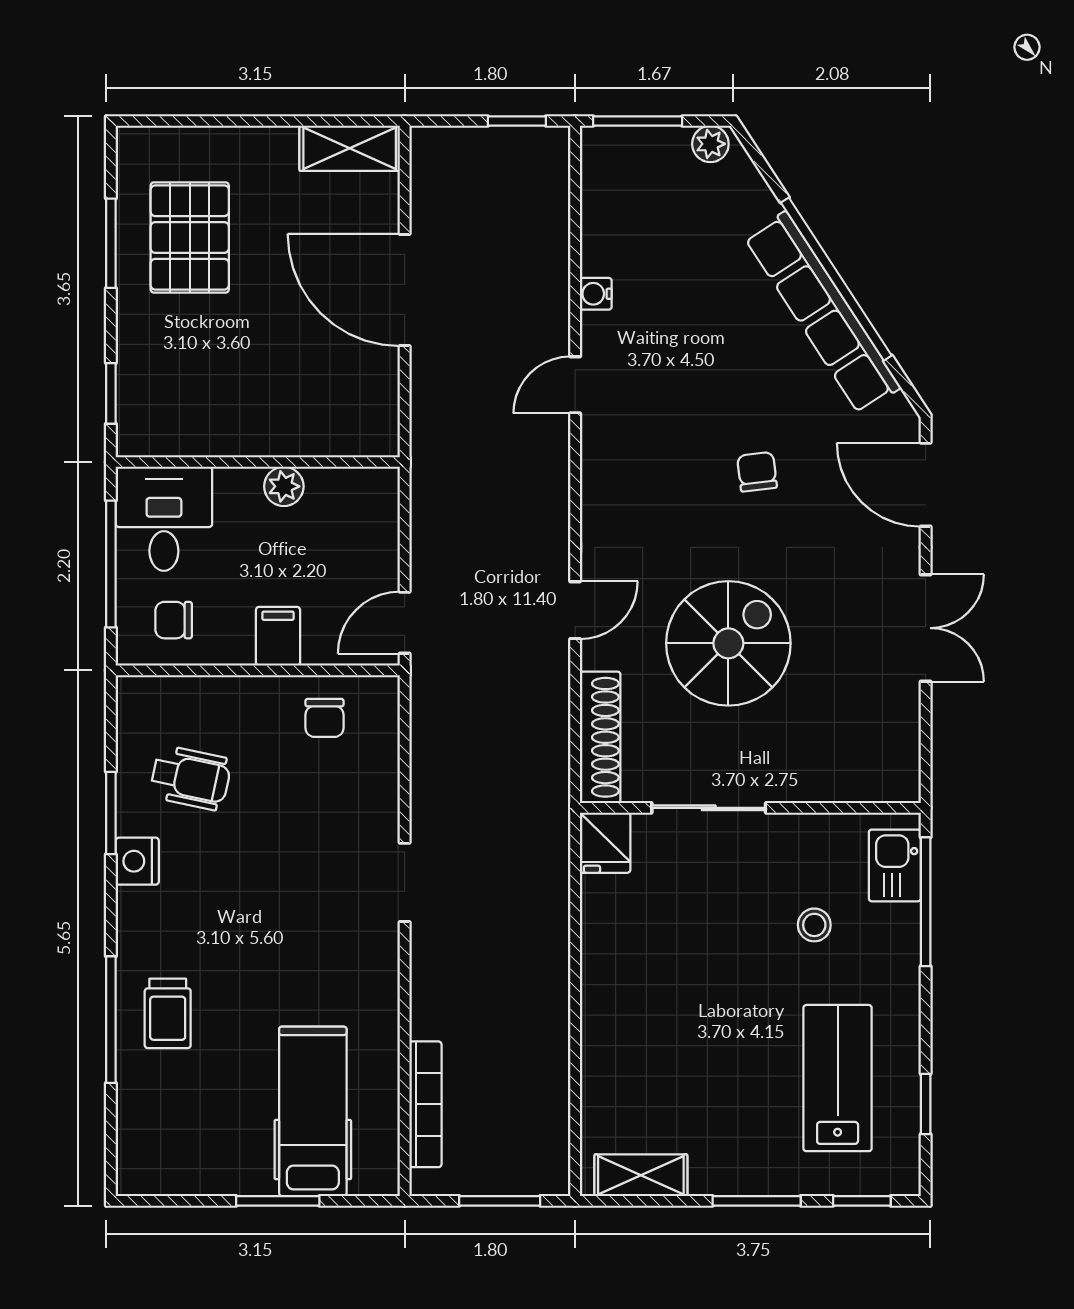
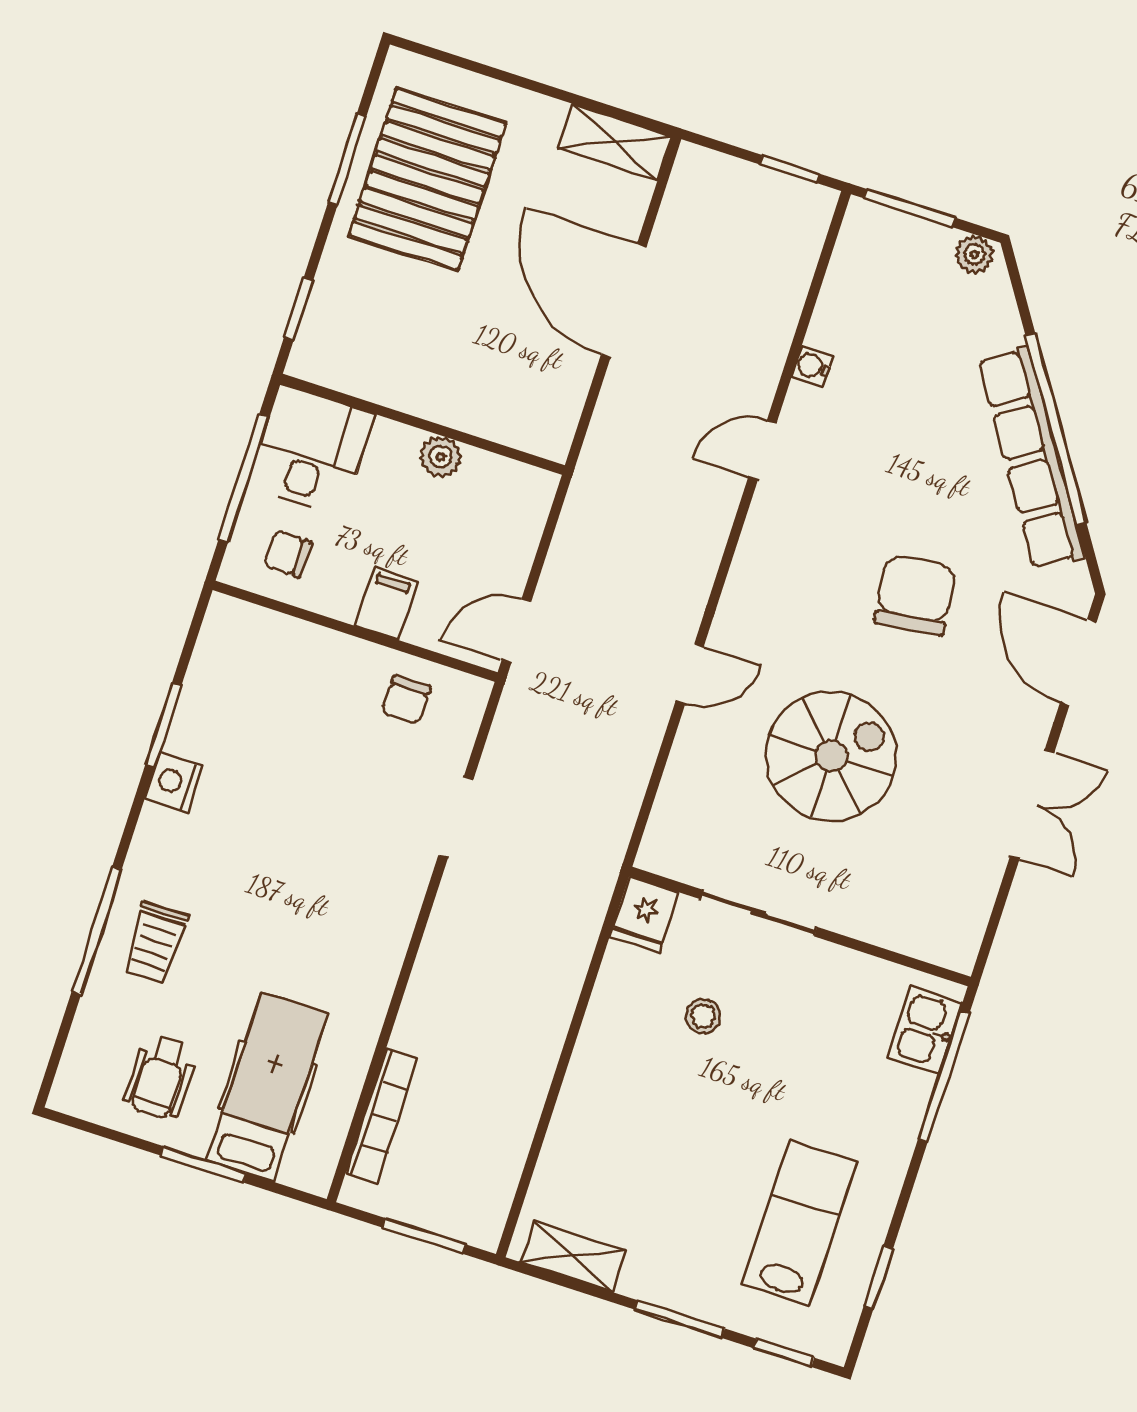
pallet: (190, 237) -> (427, 179), width x1.37, depth x1.41
chair: (757, 472) -> (915, 595), width x1.87, depth x1.87
shoe rack: (600, 737) -> (674, 808), removed
wheelchair: (191, 778) -> (160, 1077), moved, turned 78
doorway: (405, 882) -> (456, 817), moved
stool: (814, 925) -> (703, 1016), moved

